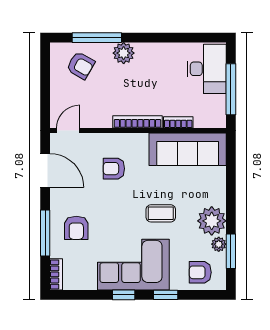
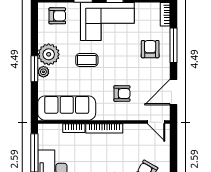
door: (68, 131) -> (156, 122), hinge flipped
door: (45, 170) -> (173, 92), hinge flipped
plant: (219, 244) -> (43, 72), moved
window: (231, 251) -> (34, 69), moved

